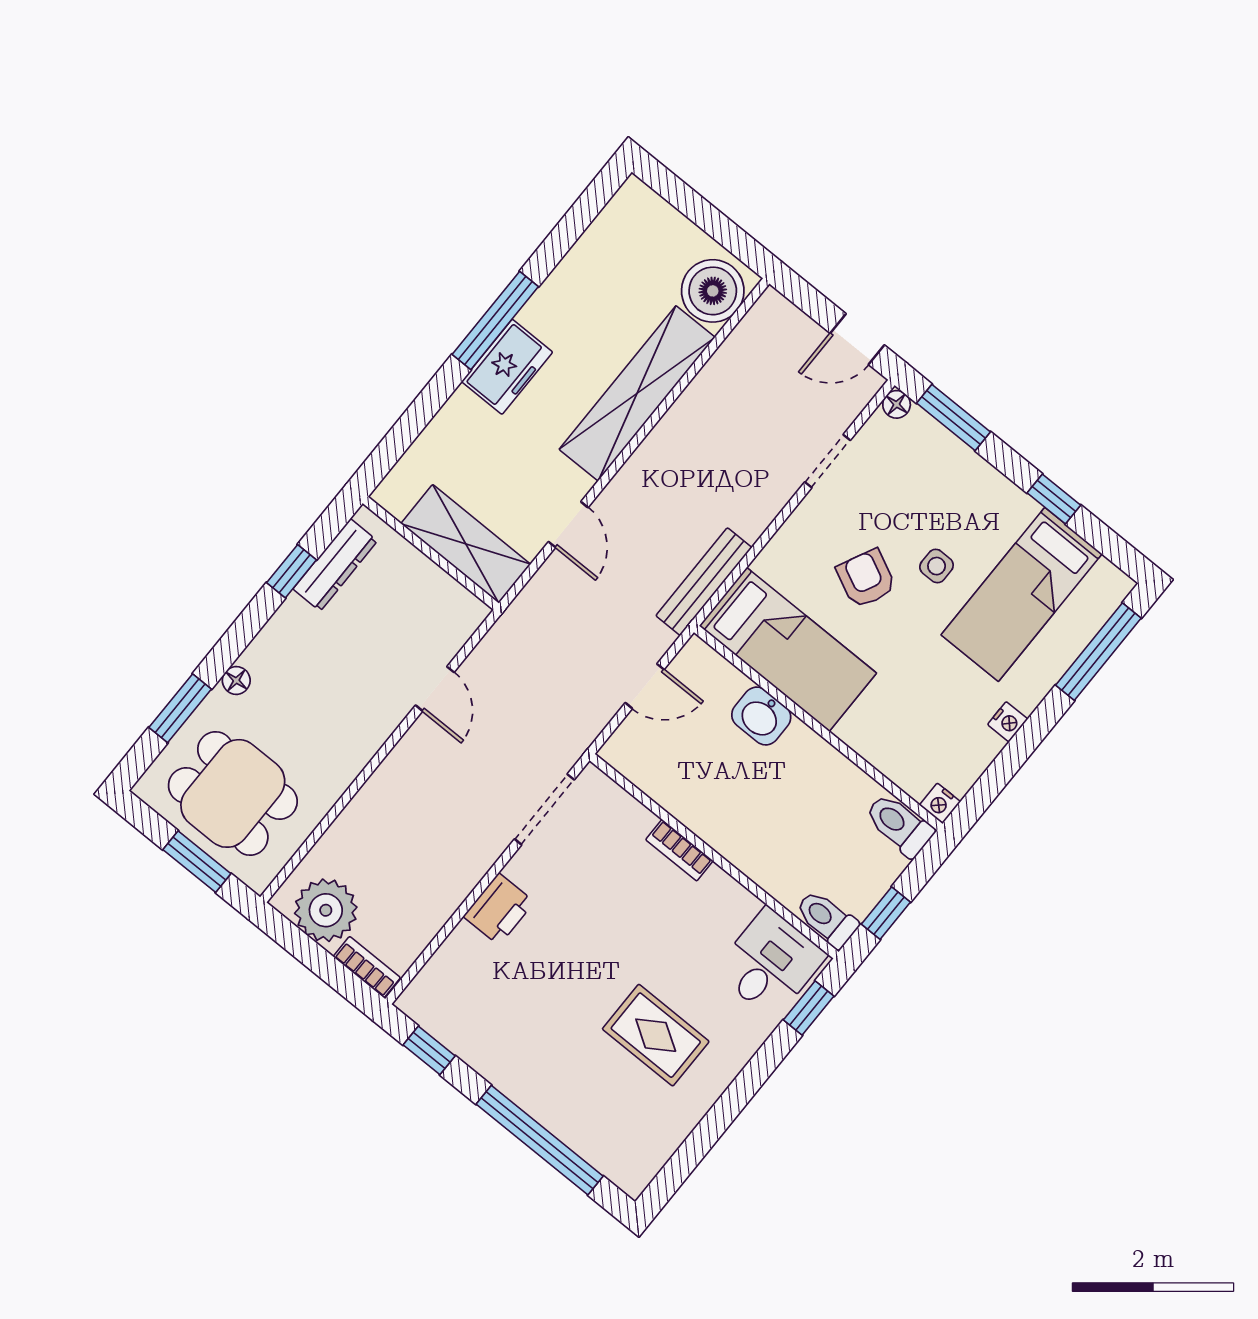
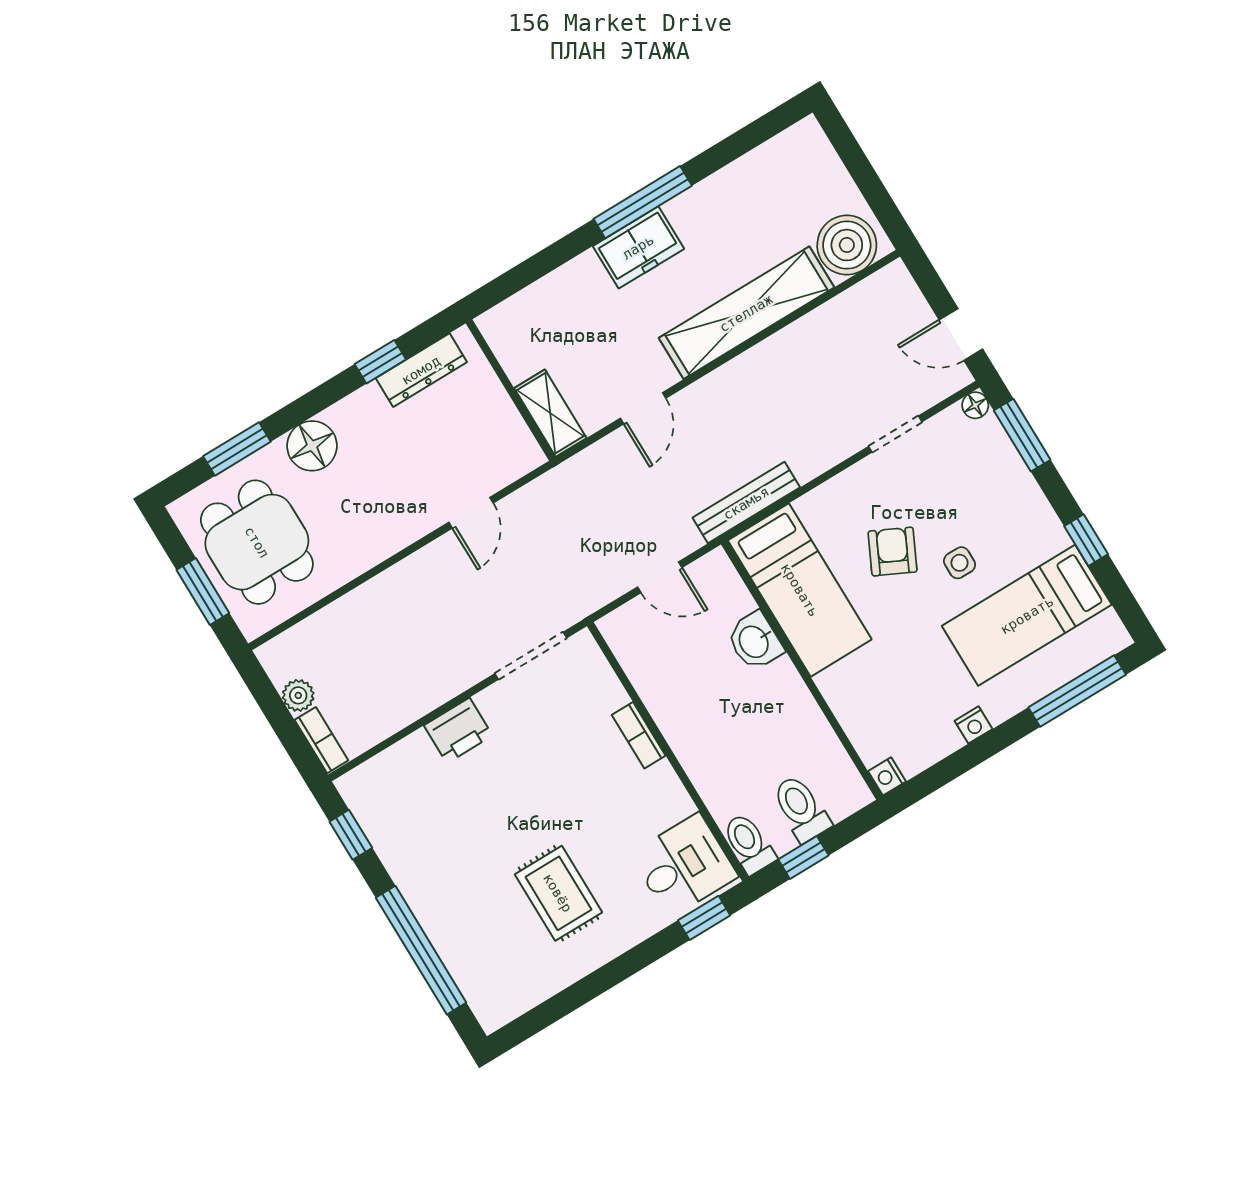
shelving: (466, 544) -> (550, 413), width x0.67, depth x0.75
floor lamp: (236, 680) -> (312, 446), width x1.89, depth x1.89
toilet: (899, 825) -> (801, 809), moved
plant: (326, 910) -> (298, 695), width x0.53, depth x0.53

